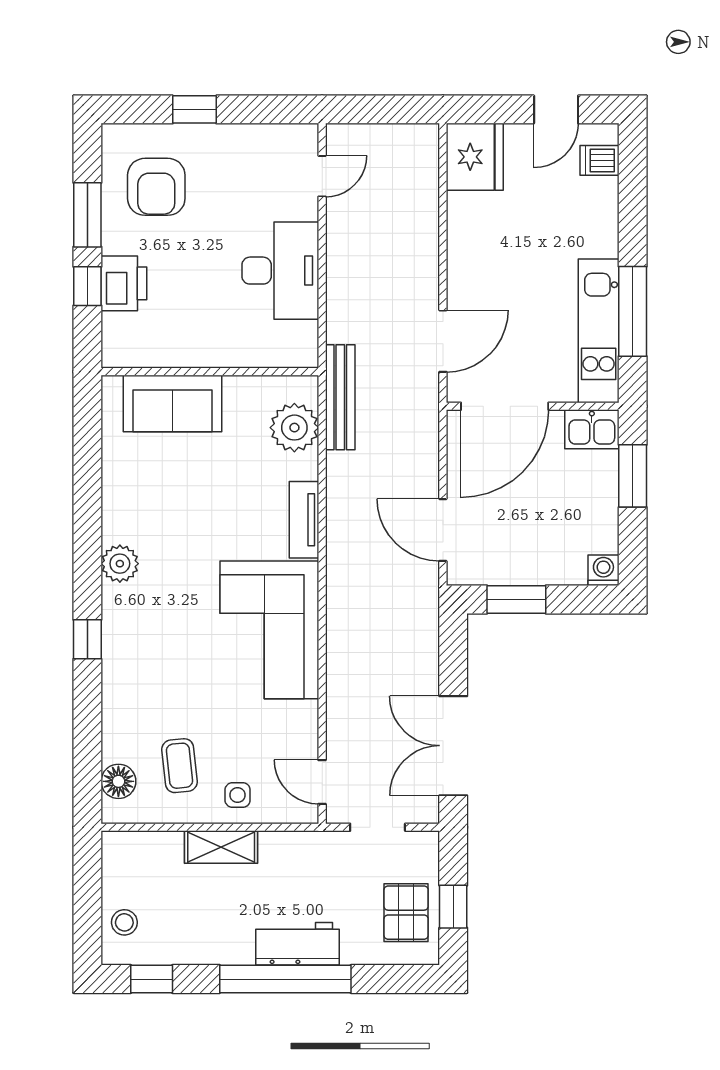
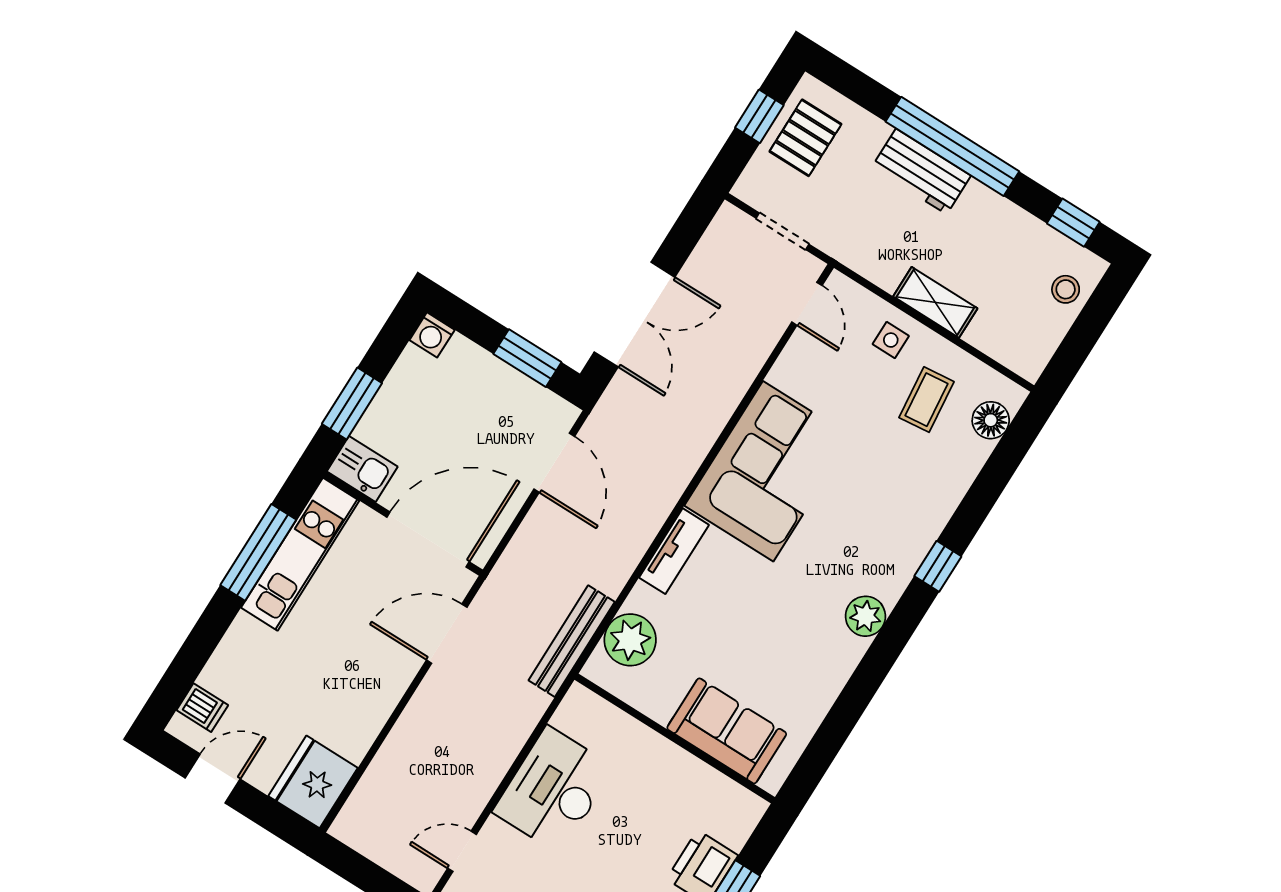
double door: (453, 746) -> (635, 315), moved

